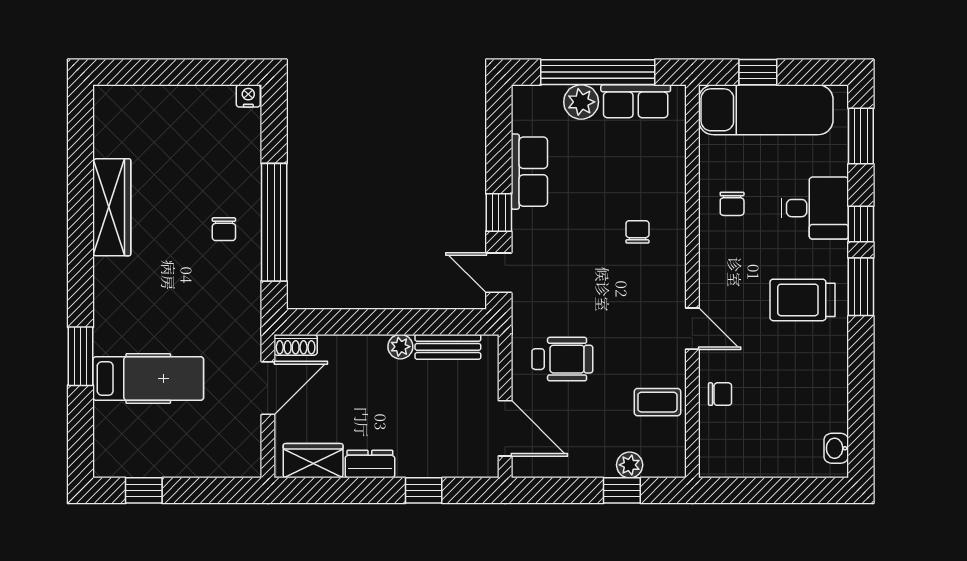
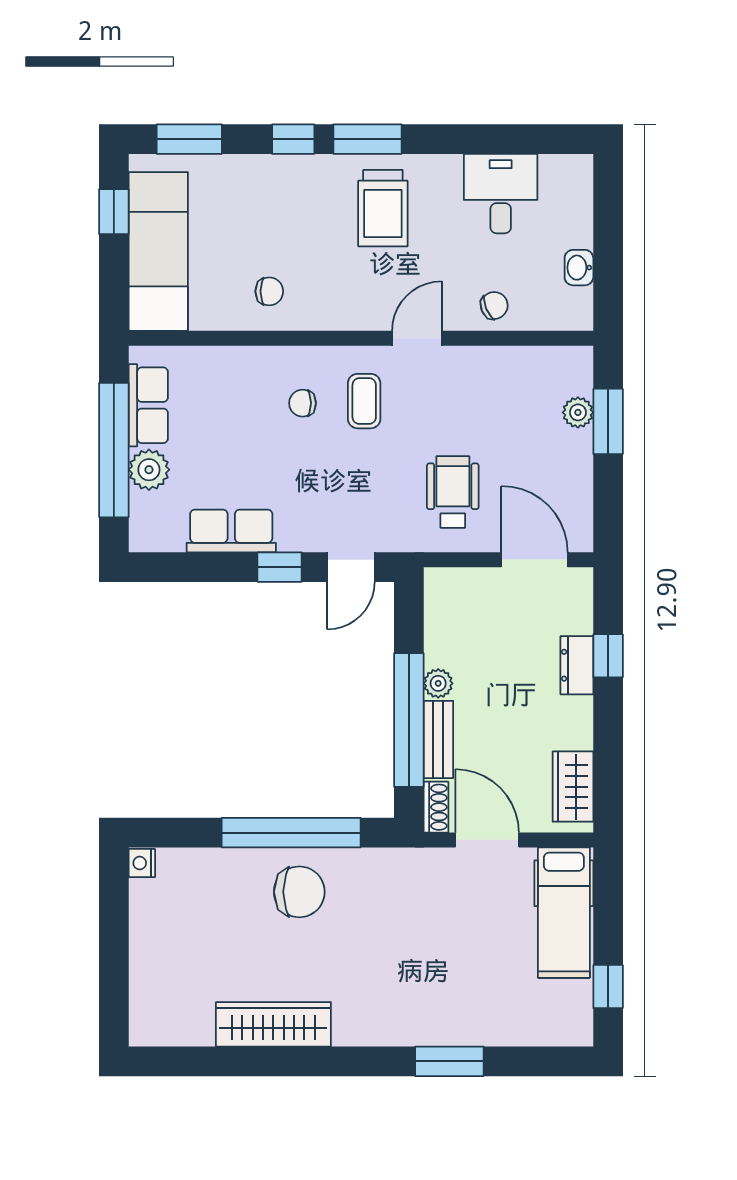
window: (758, 72) -> (114, 212), moved
desk: (815, 208) -> (501, 194), moved
chair: (224, 229) -> (299, 892), width x1.87, depth x1.87
window: (369, 322) -> (409, 720), added
bench: (448, 347) -> (438, 740), moved
hospital bed: (148, 378) -> (564, 913), moved, turned 180
chair: (720, 394) -> (494, 305), turned 67
coffee table: (657, 402) -> (364, 401), moved
door: (505, 428) -> (535, 560), hinge flipped
washbasin: (836, 448) -> (579, 268), moved, turned 90
dresser: (370, 464) -> (577, 665), moved
window: (622, 490) -> (608, 421), width x1.50

